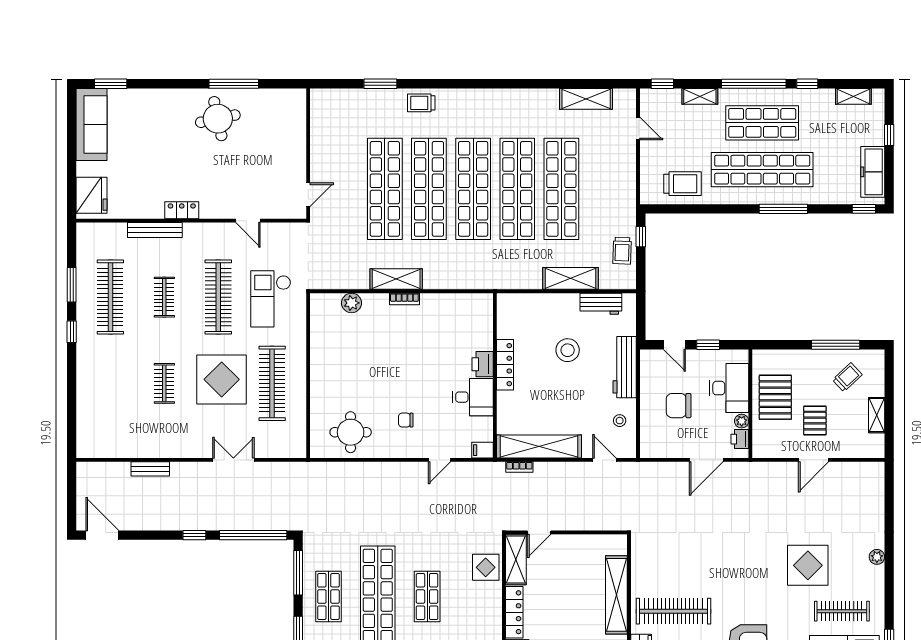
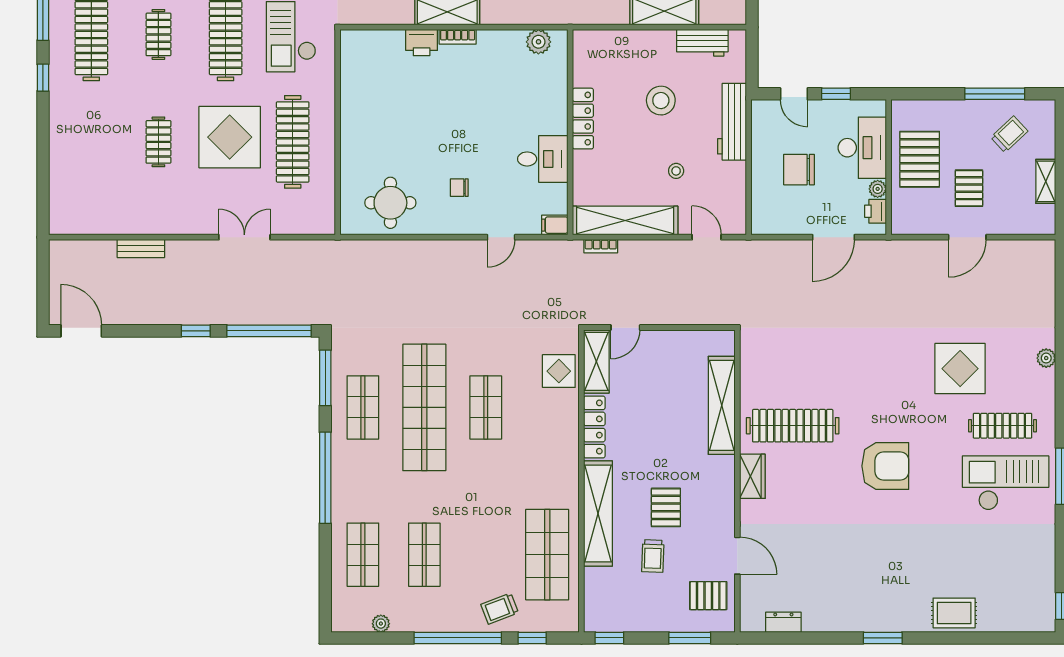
plant: (351, 303) -> (538, 42), moved
printer: (483, 364) -> (422, 43), moved, turned -90
stool: (620, 421) -> (676, 171), moved

